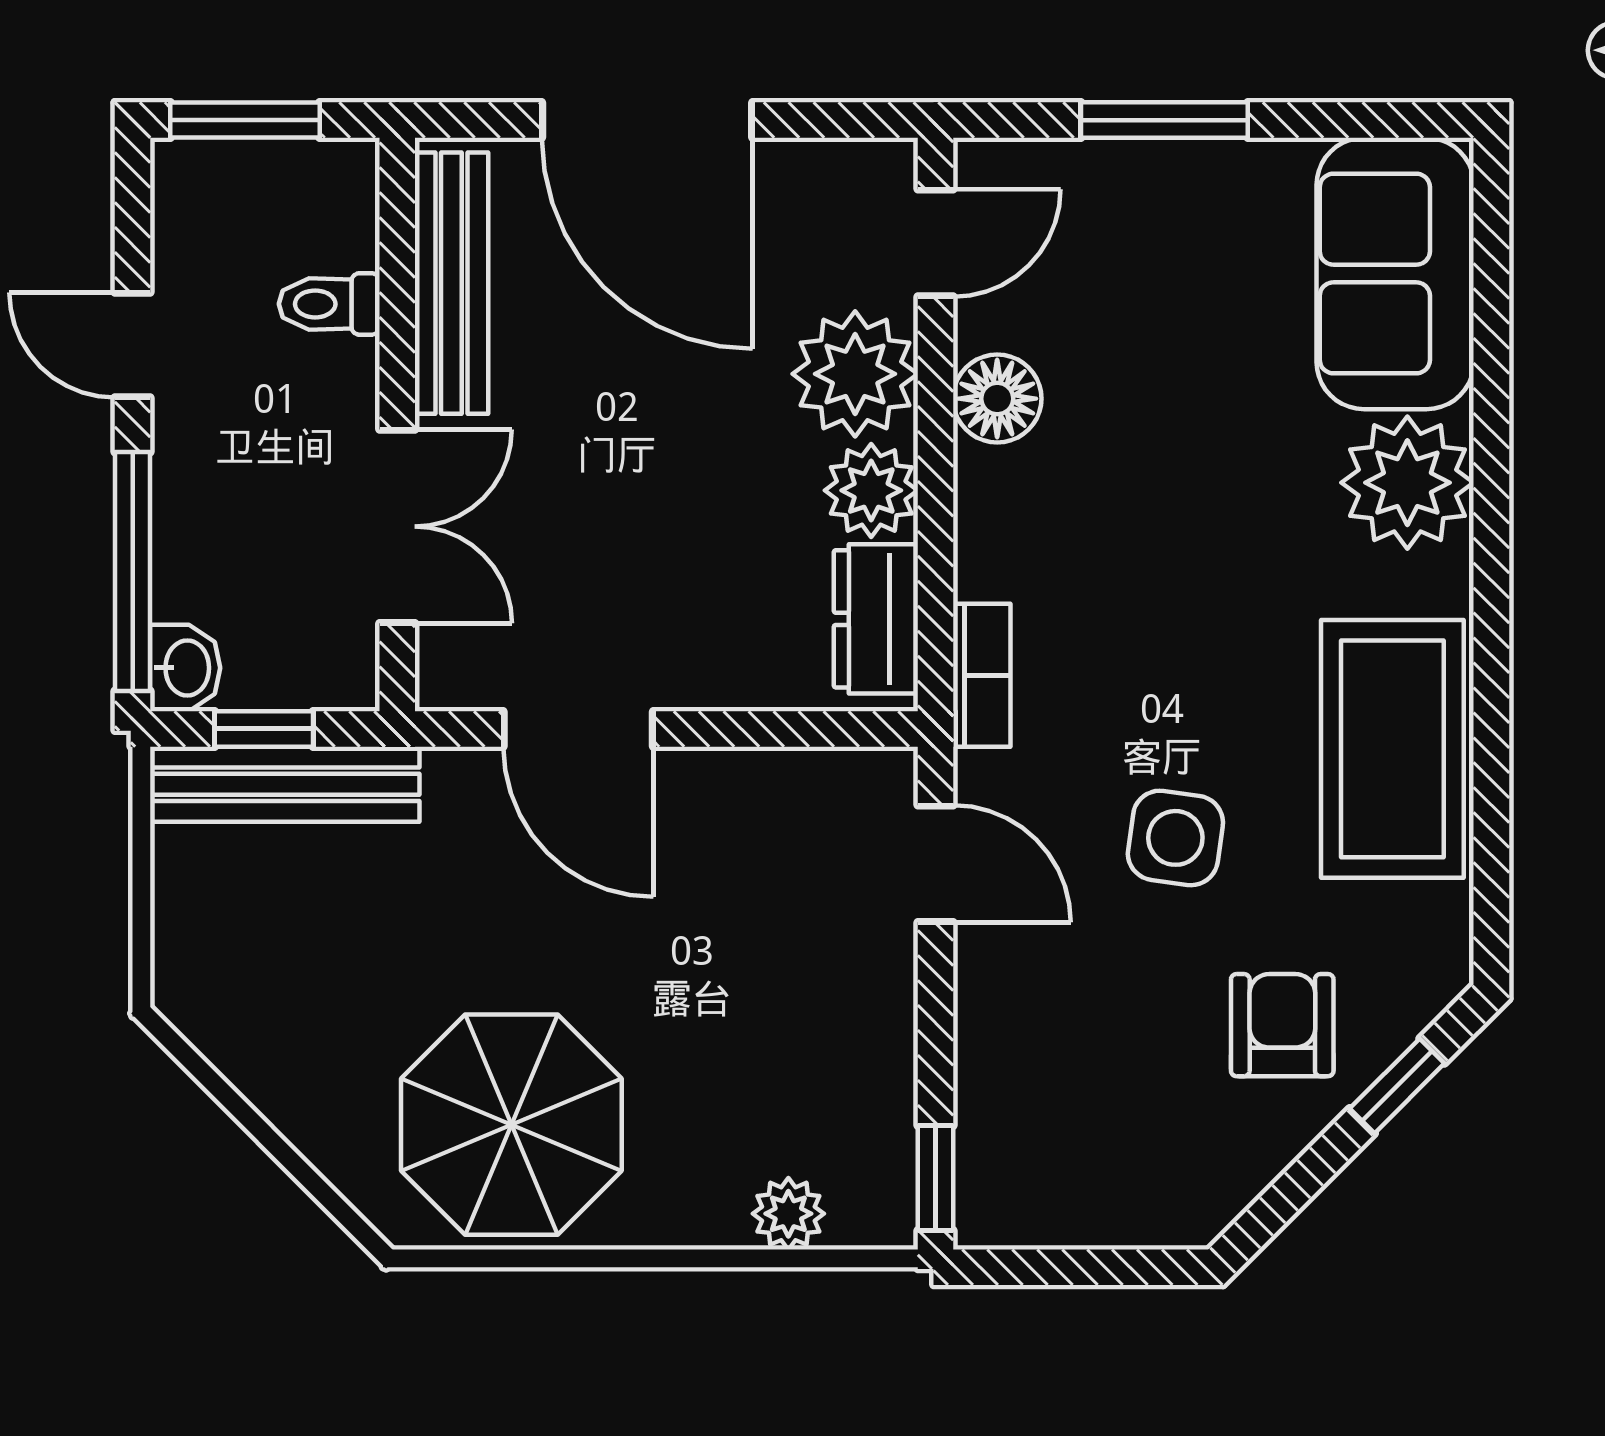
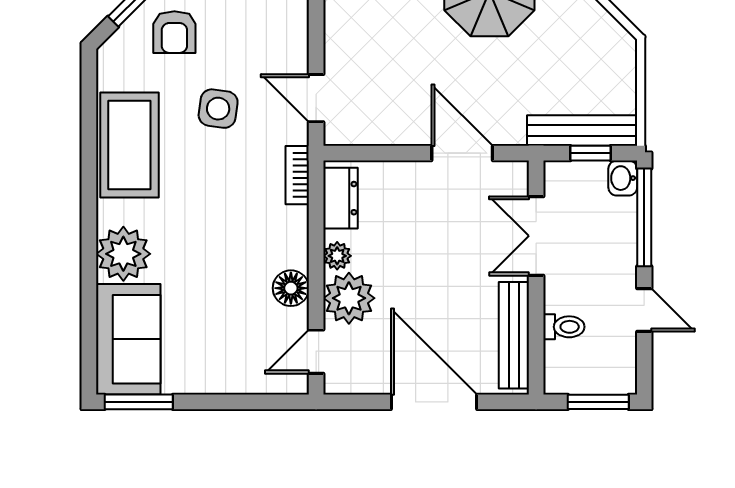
window: (1164, 120) -> (139, 402), moved
plant: (871, 490) -> (337, 256), width x0.73, depth x0.73

